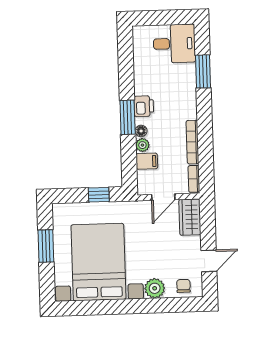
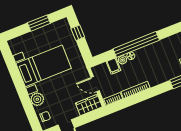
printer: (144, 106) -> (147, 52), removed
window: (128, 117) -> (136, 44), width x2.11
window: (99, 195) -> (78, 33), moved
bed with nightstands: (98, 262) -> (44, 66), width x0.73

